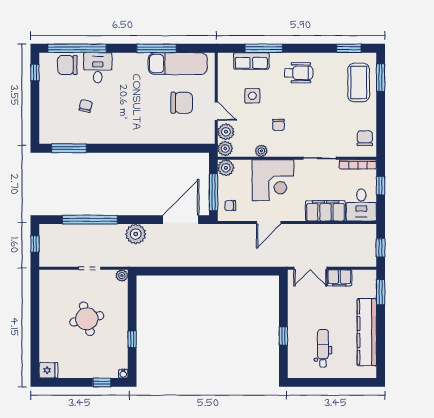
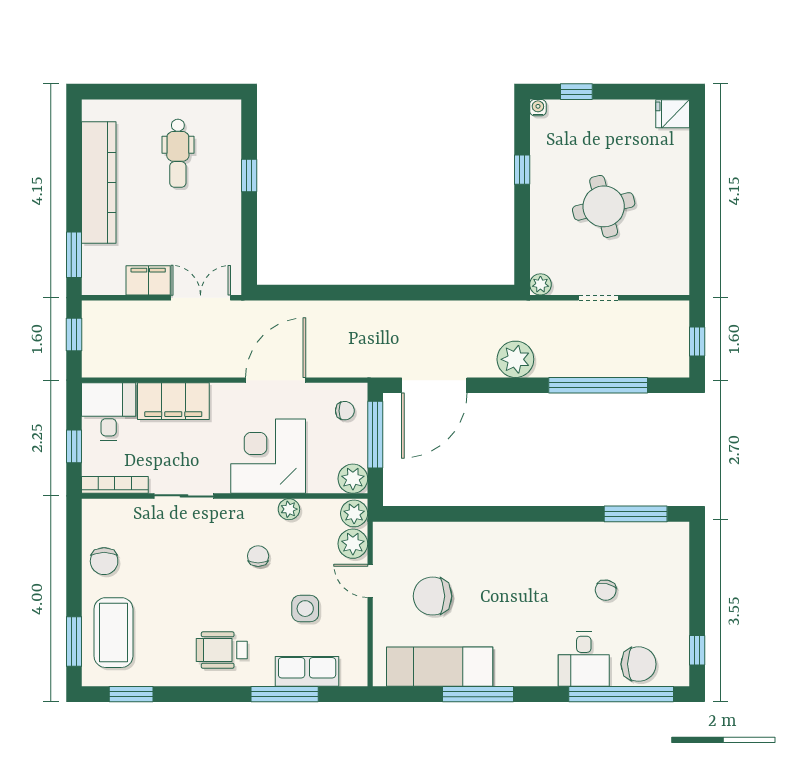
chair: (365, 138) -> (104, 561), moved
door: (269, 223) -> (276, 380), width x1.36

